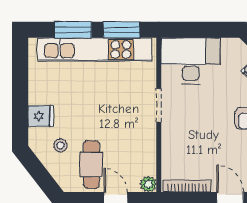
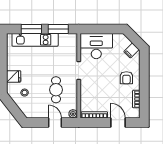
kitchen unit: (95, 50) -> (35, 40), width x0.73
cafe table: (91, 164) -> (56, 90), moved

